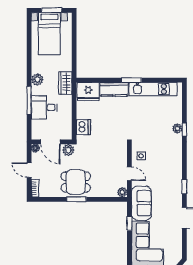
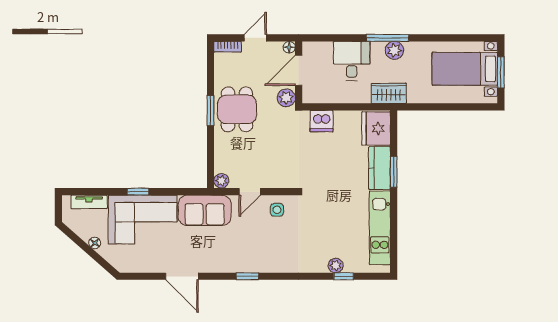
window: (131, 80) -> (394, 172), moved
window: (29, 100) -> (387, 38), moved
plant: (177, 129) -> (336, 265), moved
window: (184, 130) -> (344, 276), moved
window: (184, 187) -> (247, 276), moved
window: (129, 223) -> (138, 192), moved

